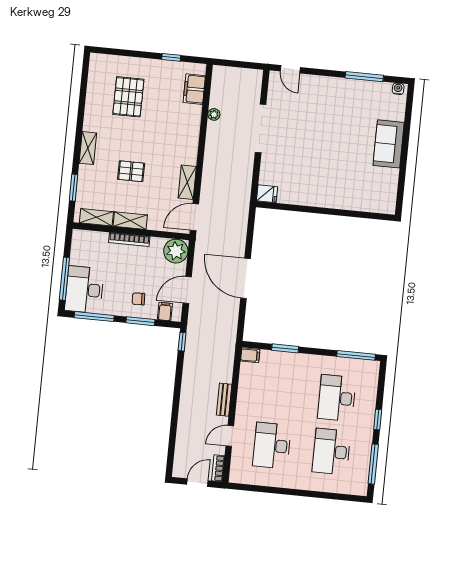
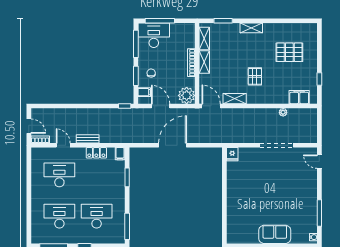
door: (290, 69) -> (319, 162), hinge flipped
pallet: (131, 171) -> (255, 76), moved
locker: (245, 389) -> (96, 153), added

